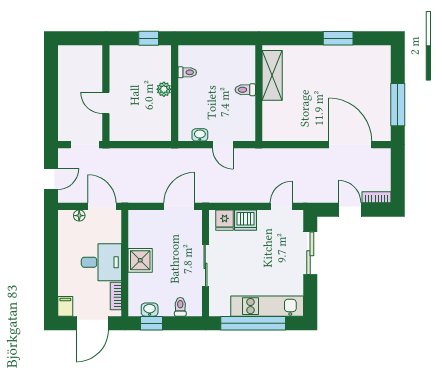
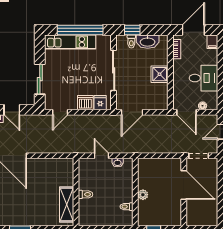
door: (106, 103) -> (184, 185), width x1.87
desk: (101, 262) -> (203, 78), moved, turned 180
sliding door: (205, 266) -> (114, 70), width x1.37
washbasin: (150, 310) -> (148, 42), width x1.91, depth x1.45
window: (152, 323) -> (132, 30), moved

